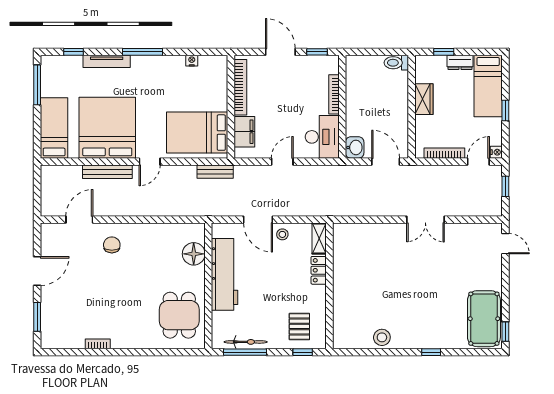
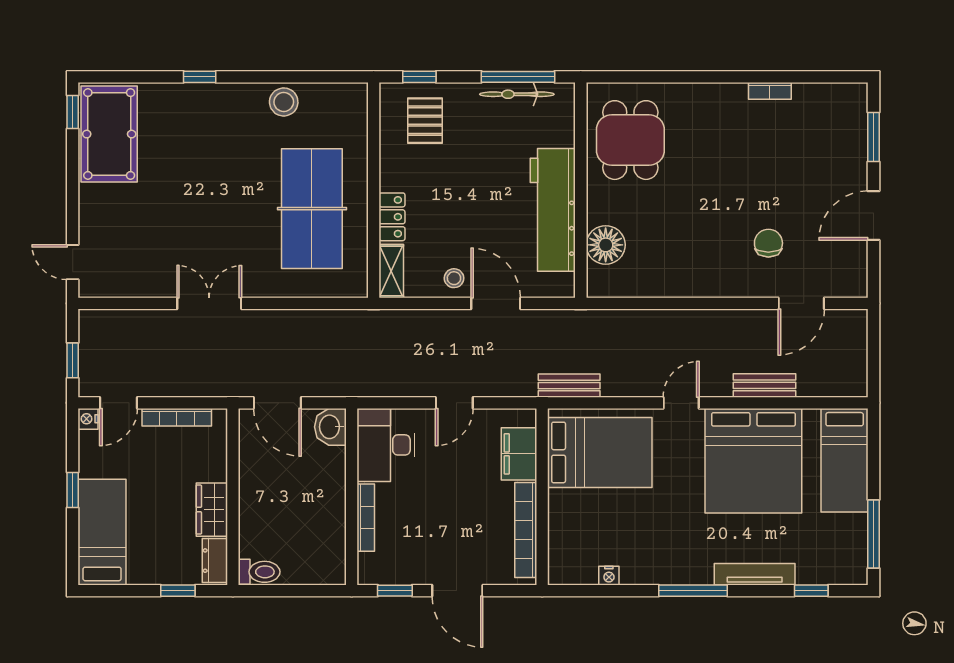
dresser: (460, 62) -> (215, 561), moved, turned -90
bench: (107, 172) -> (765, 385), width x0.73
chair: (112, 245) -> (768, 243), moved, turned 180
table tennis table: (365, 275) -> (312, 209), added

